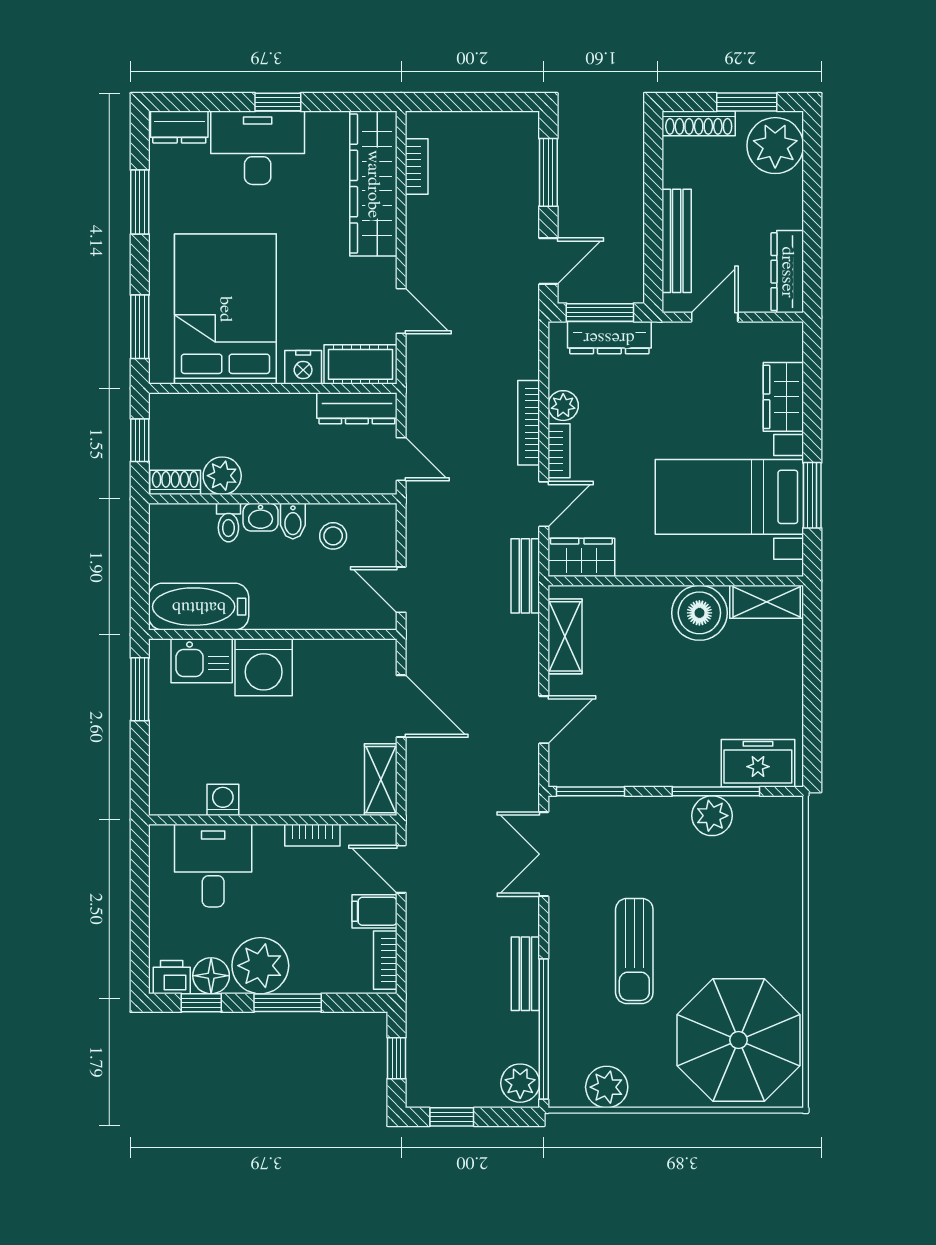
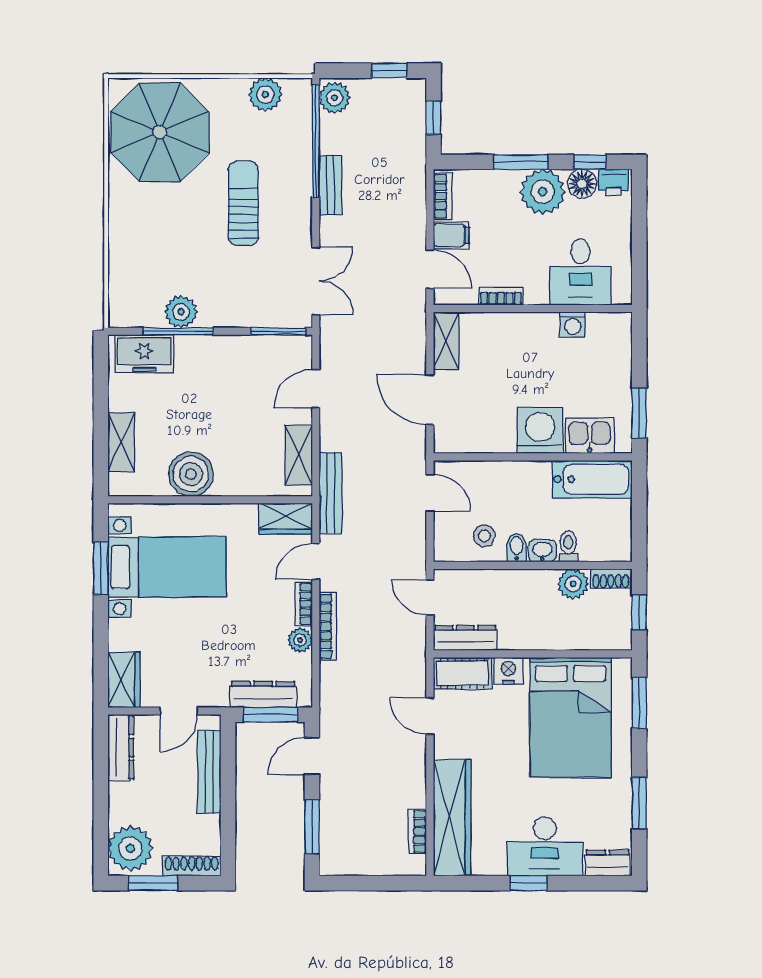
wardrobe: (783, 397) -> (124, 680), moved
bench: (525, 576) -> (330, 493), width x1.36
shelving: (767, 602) -> (121, 442), moved, turned 90

